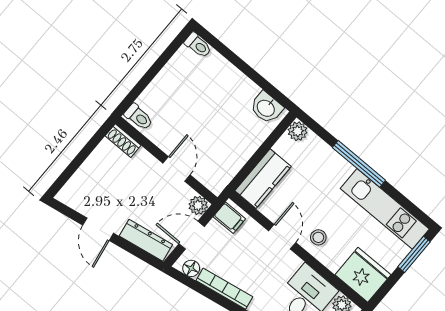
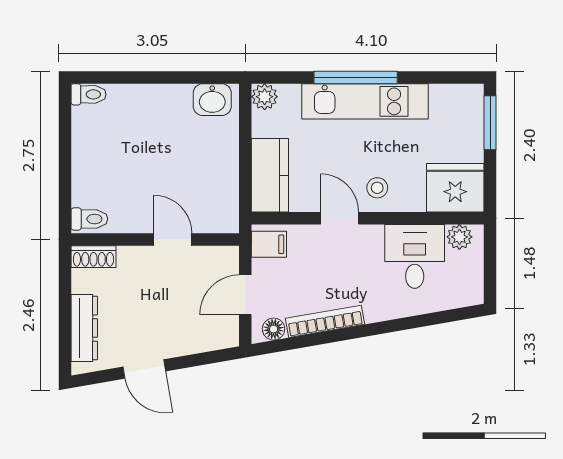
plant: (198, 205) -> (226, 258), removed
kitchen unit: (385, 209) -> (365, 101), moved
dresser: (146, 240) -> (84, 328), moved, turned 100

